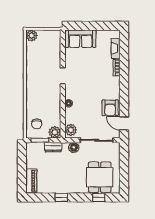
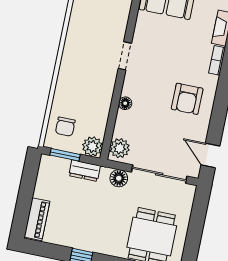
armchair: (110, 108) -> (187, 99), moved

